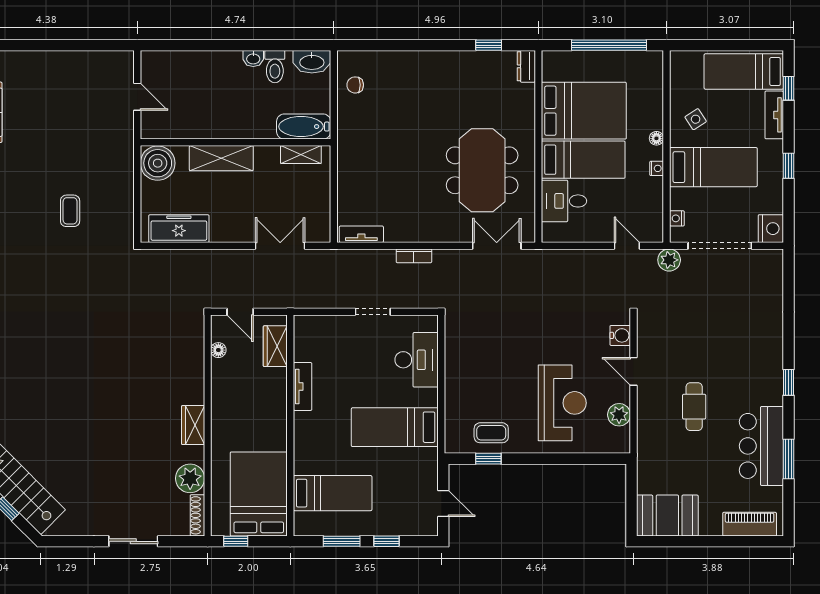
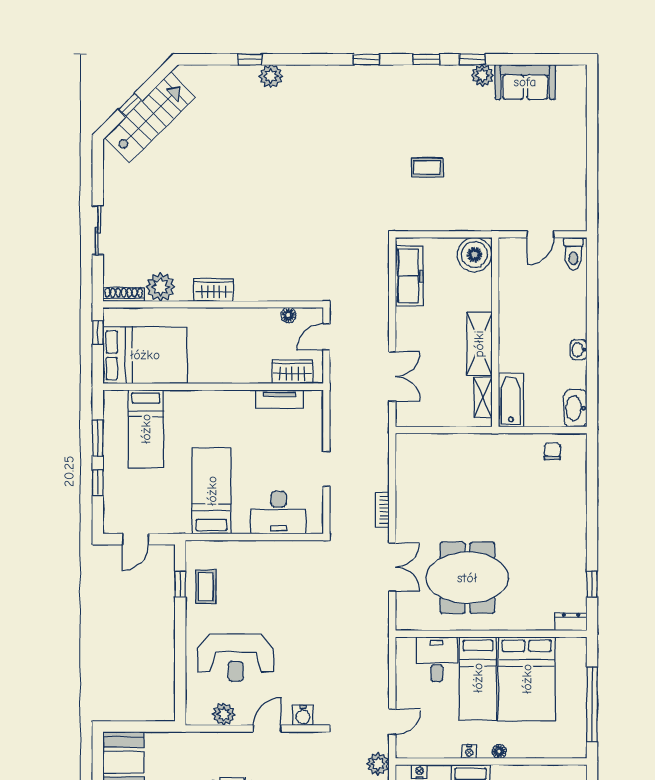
toilet: (275, 67) -> (573, 254), moved, turned -90
shelving: (221, 158) -> (479, 344), moved
tv unit: (361, 234) -> (404, 458), removed
double door: (497, 246) -> (392, 567), moved
tv unit: (303, 386) -> (280, 399), moved

